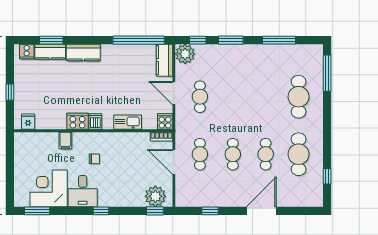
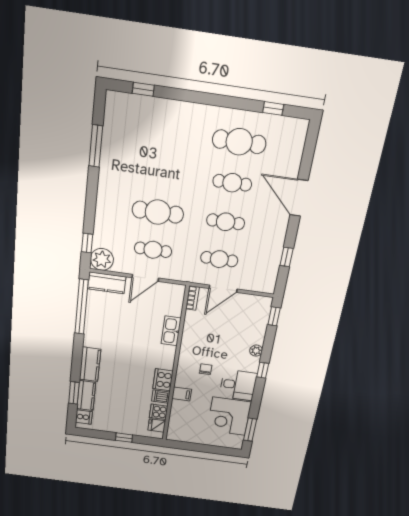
window: (231, 40) -> (91, 205), removed
window: (327, 73) -> (143, 89), width x0.46
cafe table: (299, 97) -> (158, 212), moved
dishwasher: (95, 121) -> (161, 397), moved
cooker: (165, 122) -> (159, 412), moved
plant: (155, 196) -> (256, 351), moved, width x0.53, depth x0.53

